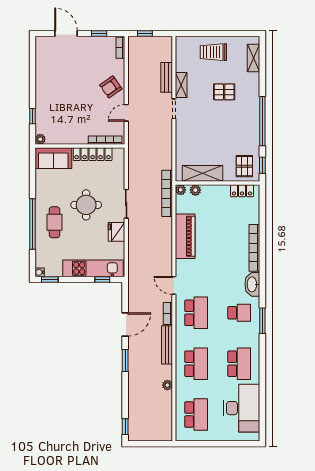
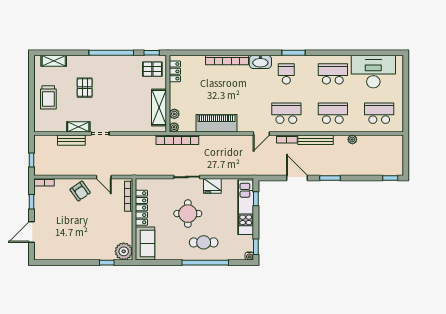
plant: (40, 139) -> (124, 251), width x1.88, depth x1.88

